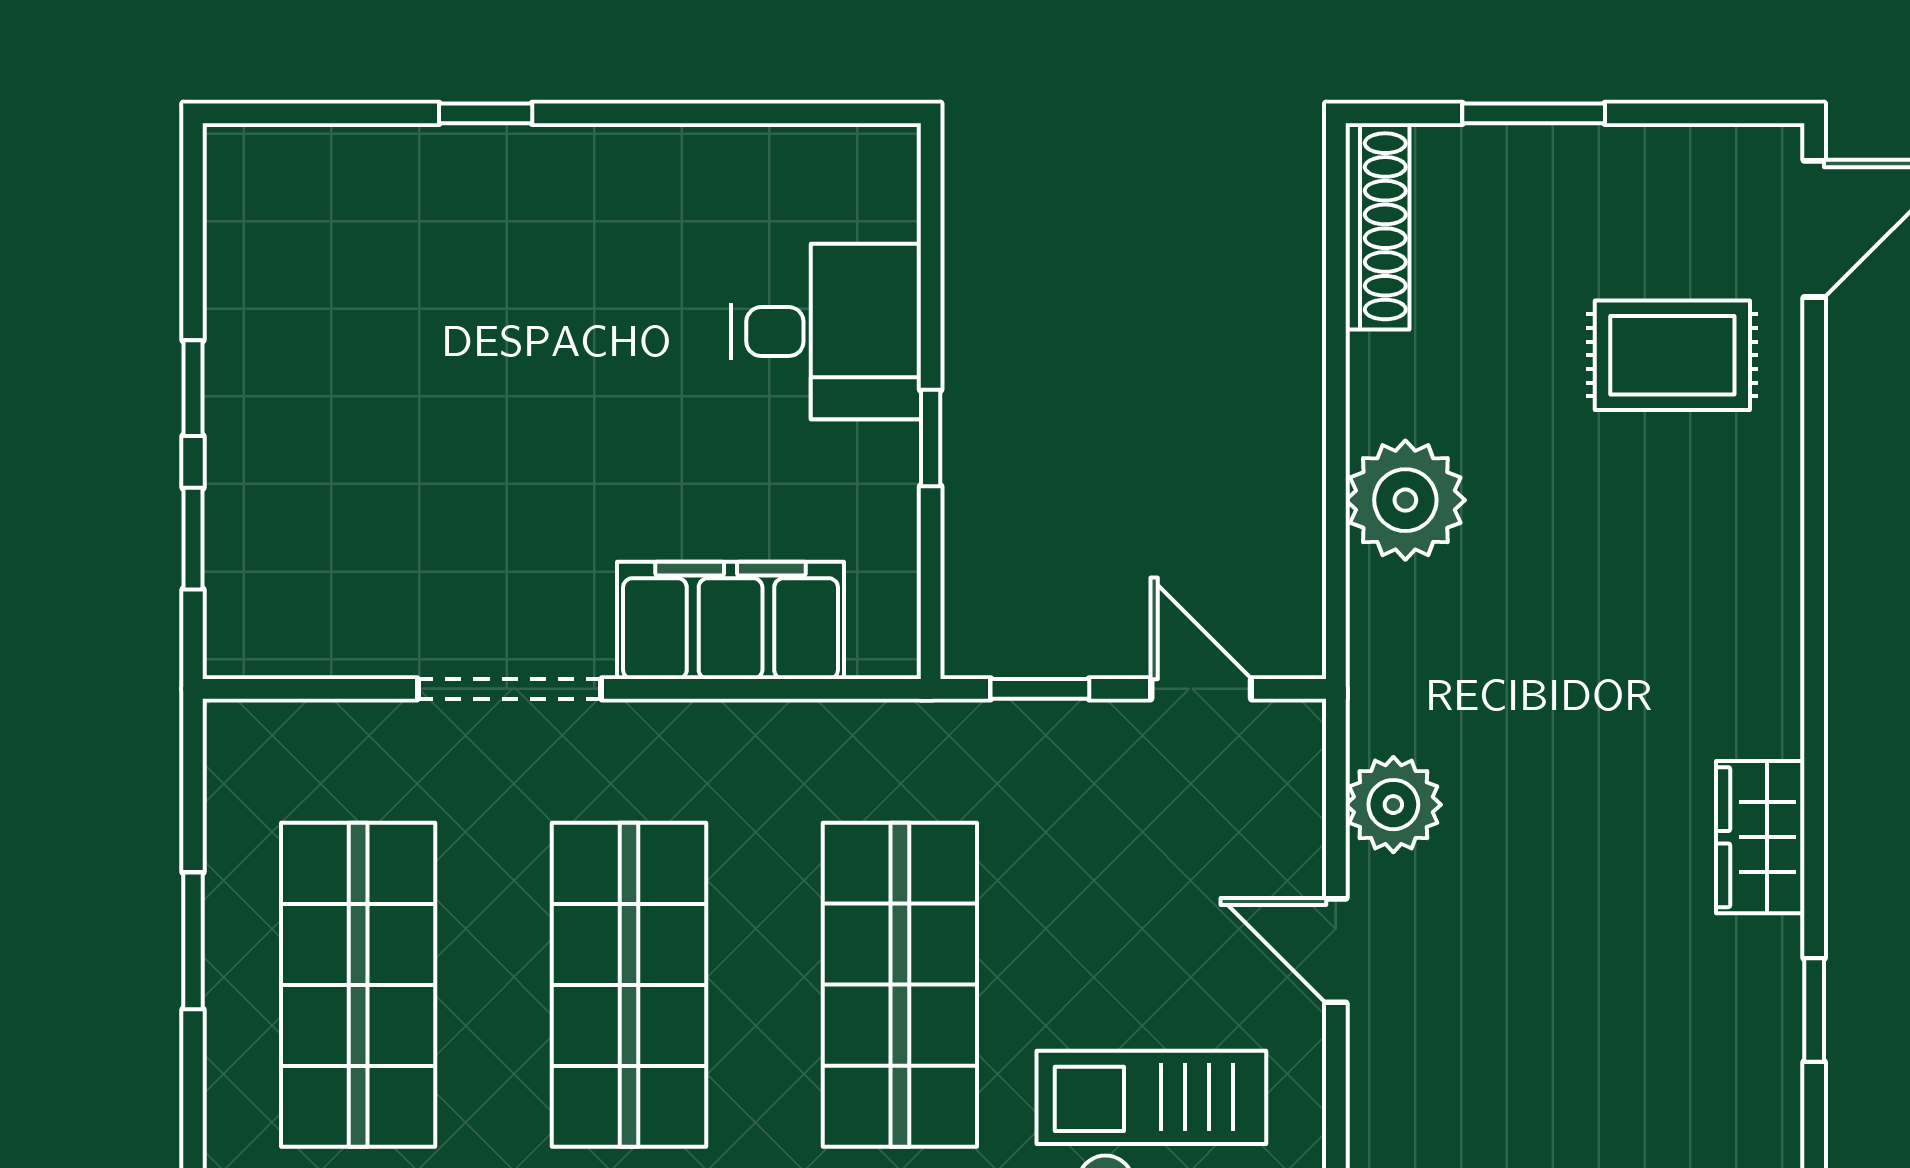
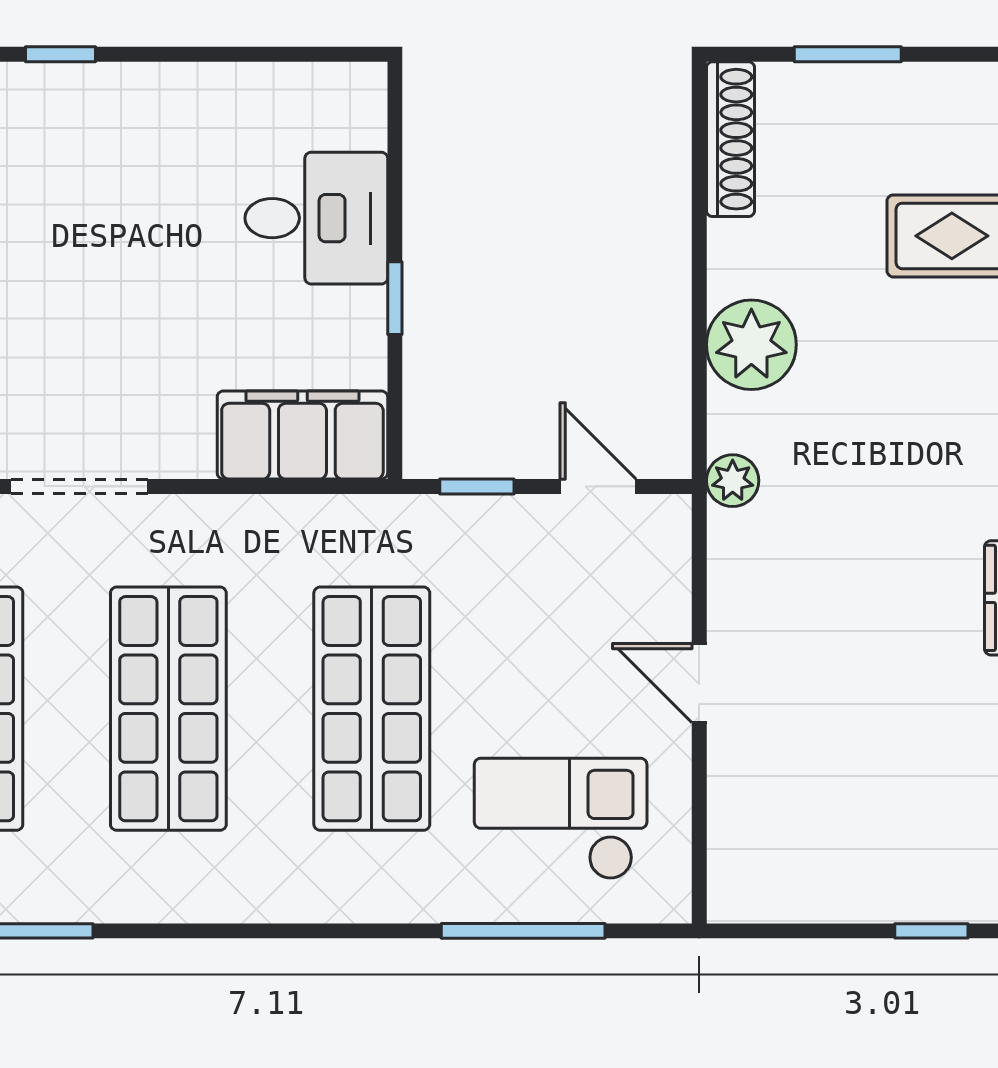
filing cabinet: (731, 620) -> (302, 435), moved
plant: (1393, 805) -> (733, 481), moved, width x0.73, depth x0.73

